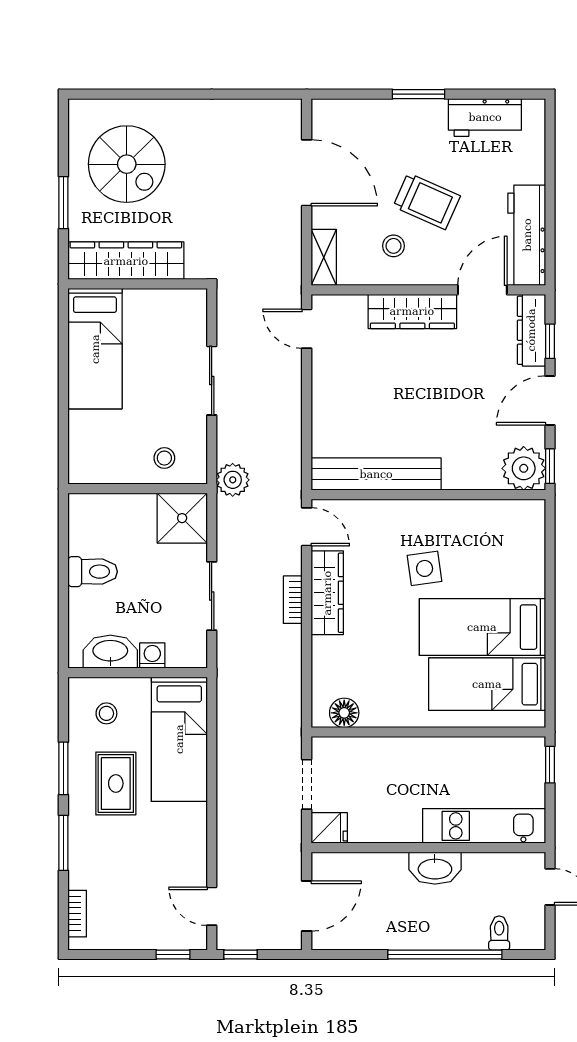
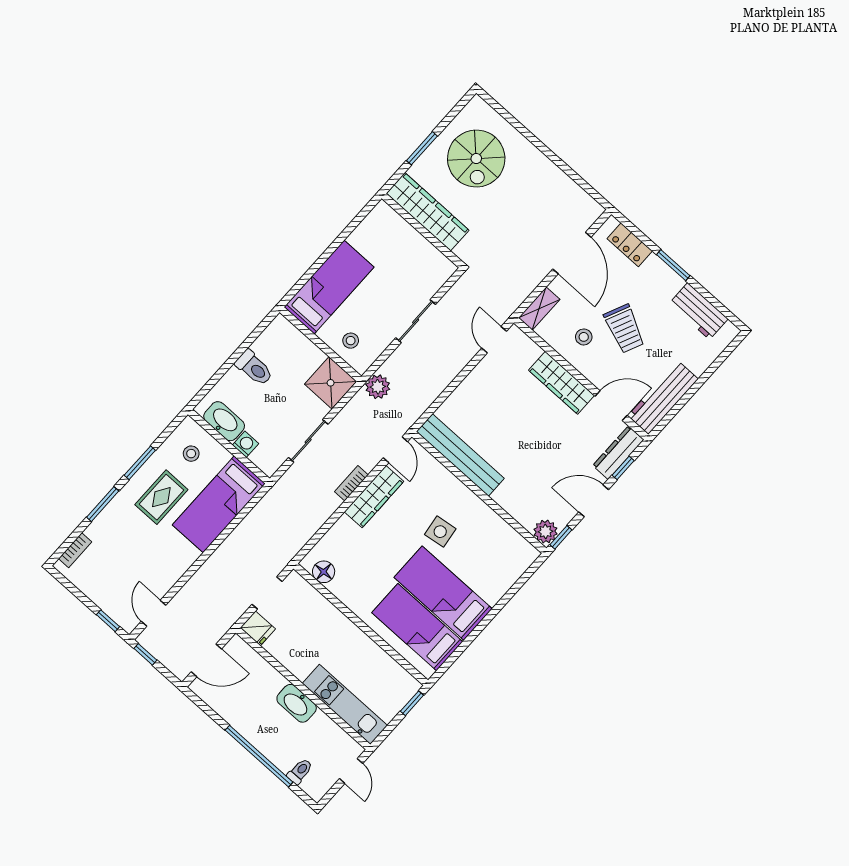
locker: (357, 113) -> (630, 245), added
bed: (95, 349) -> (329, 287), moved, turned 180
plant: (524, 468) -> (545, 532), width x0.73, depth x0.73

